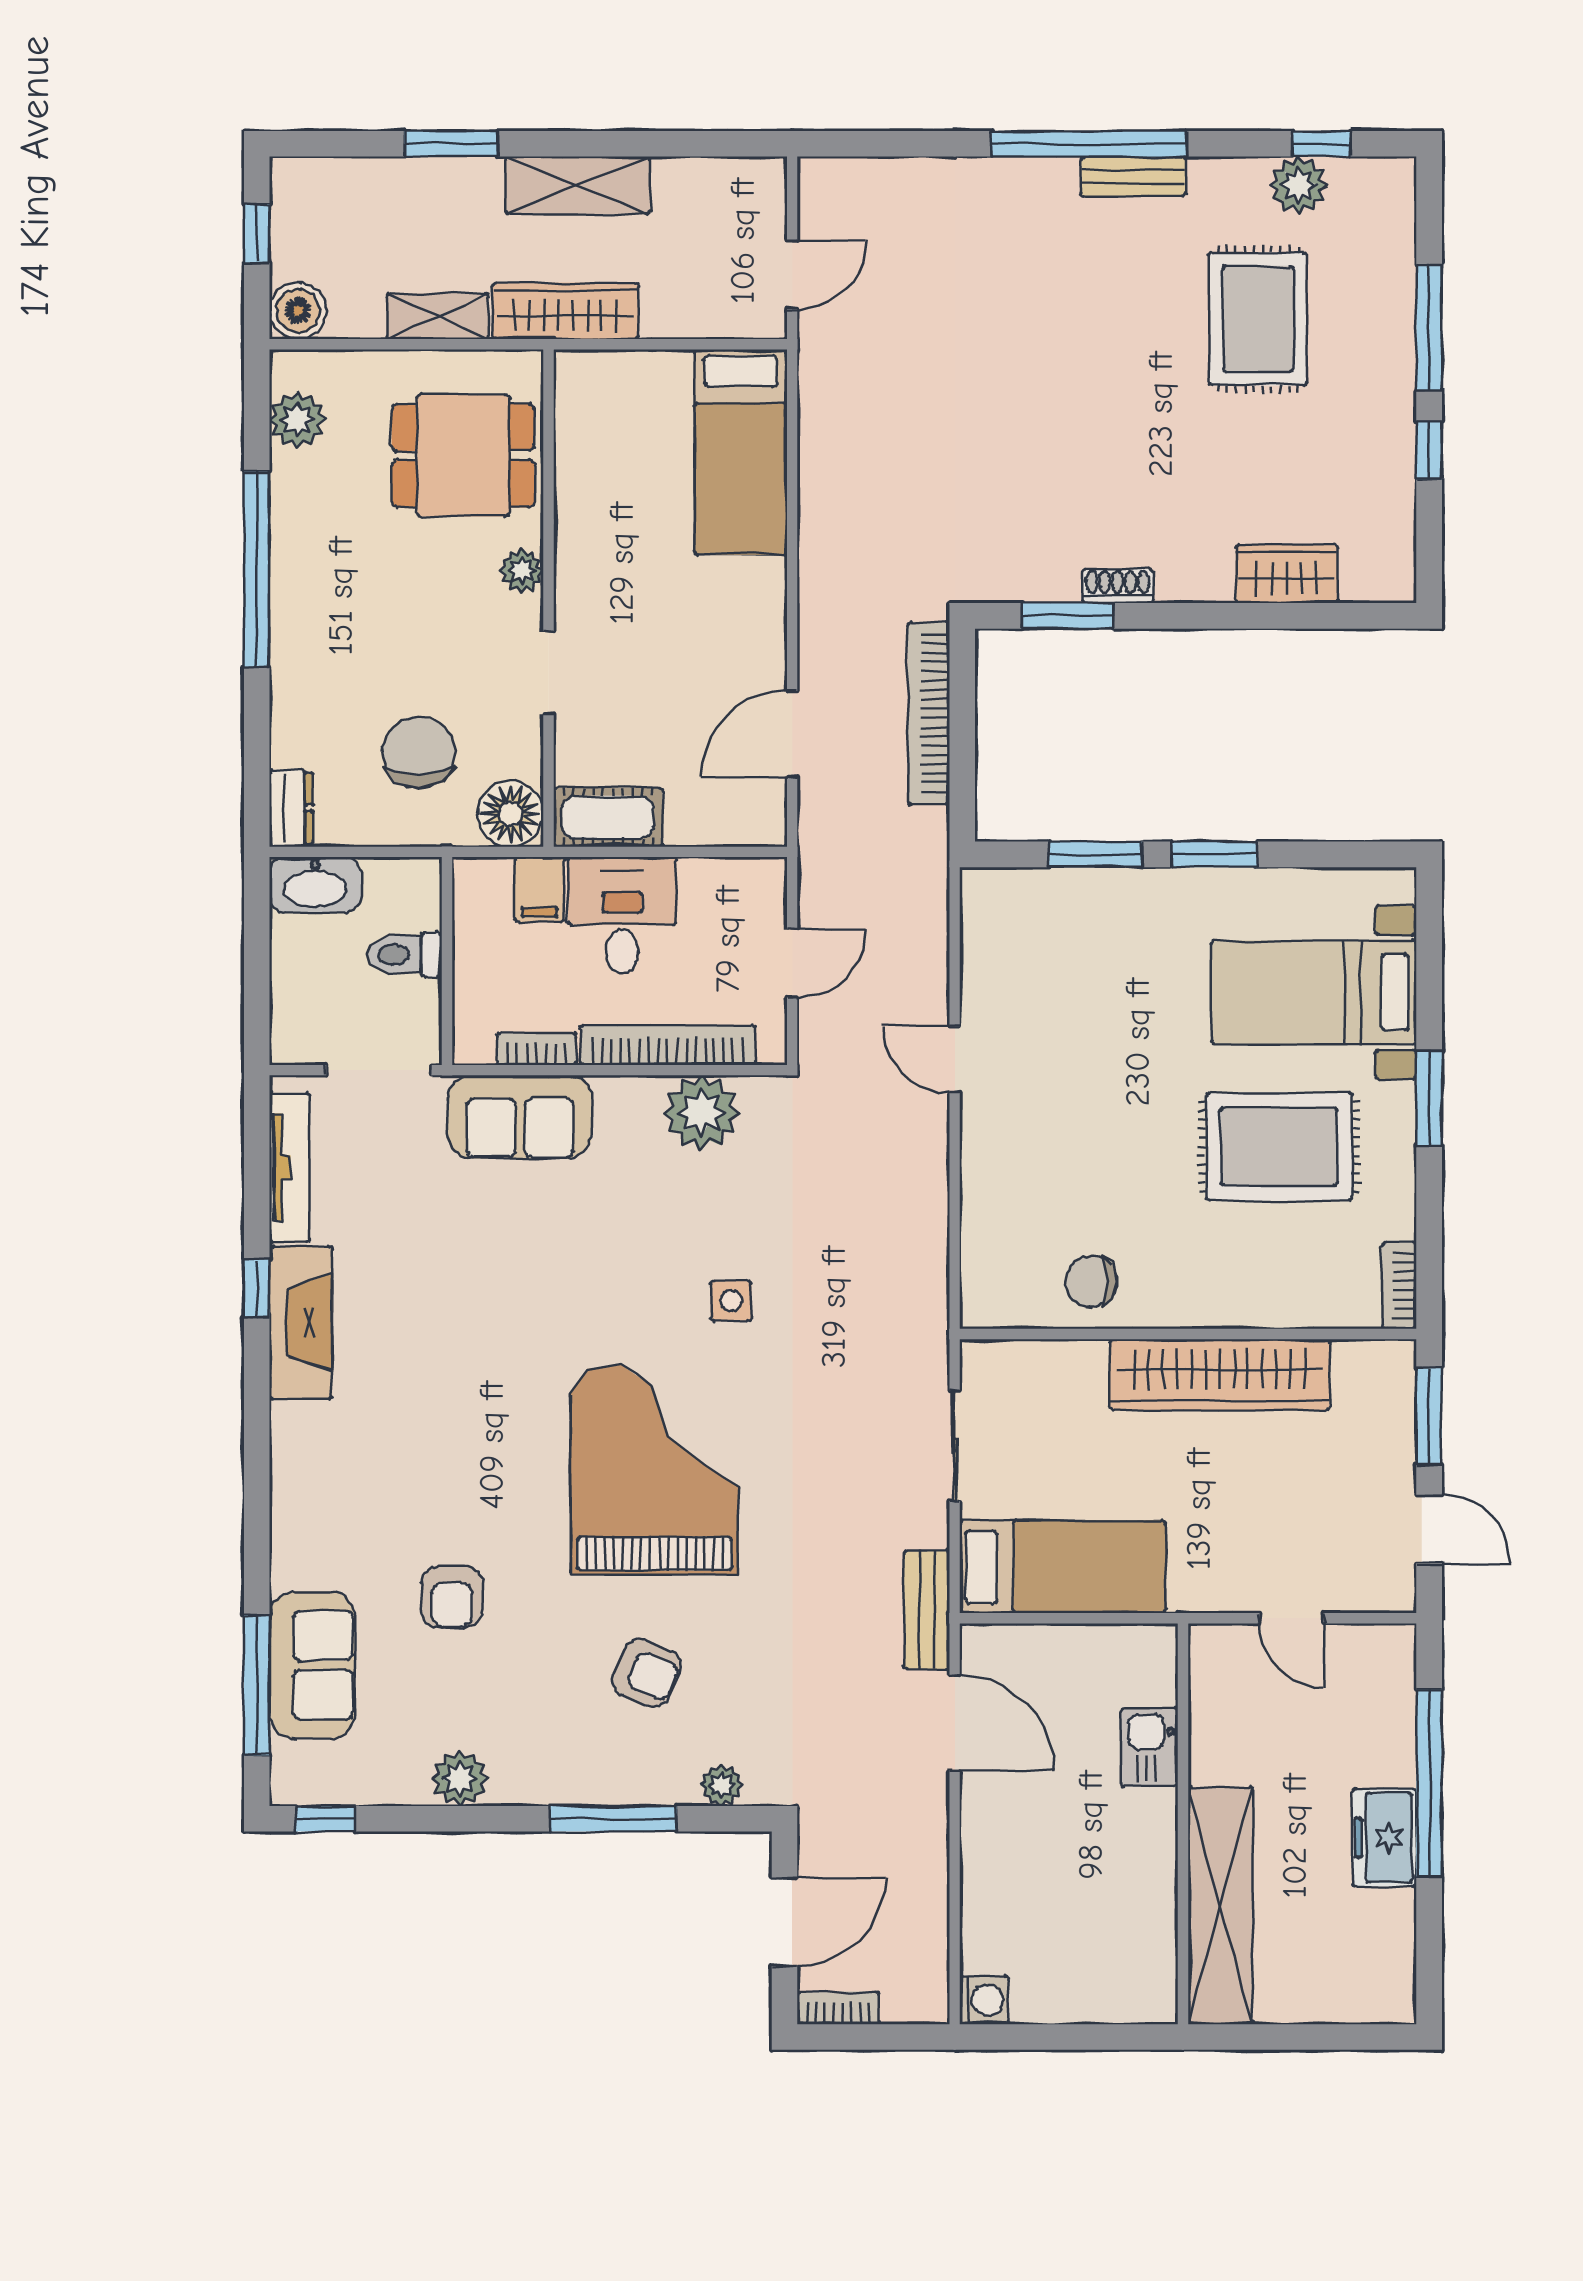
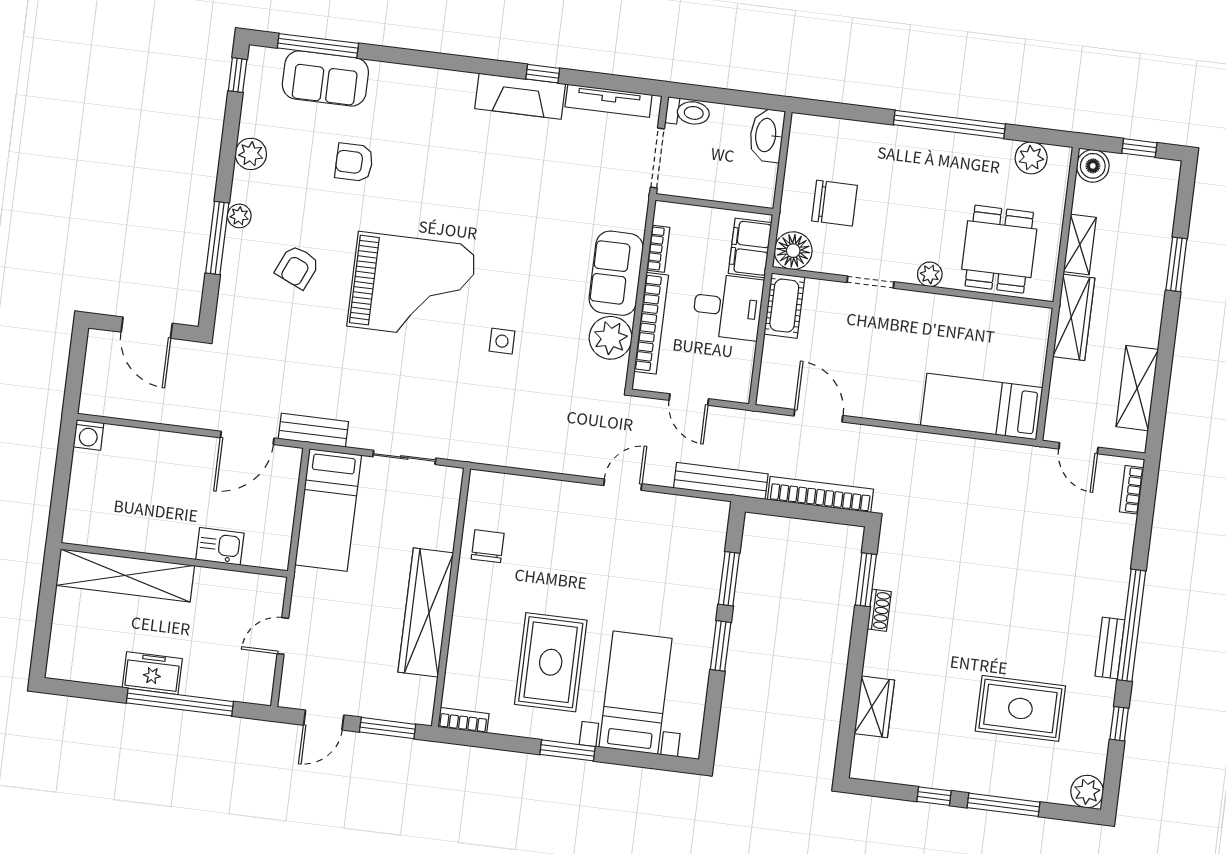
window: (1322, 144) -> (1119, 724), moved
shelving: (578, 185) -> (1137, 388), moved
plant: (1298, 185) -> (1087, 792), moved
dresser: (291, 808) -> (812, 127), removed
filing cabinet: (539, 889) -> (750, 248), width x2.00
bench: (927, 890) -> (721, 481), added
toilet: (404, 955) -> (688, 112), moved, turned 90
sofa: (520, 1117) -> (616, 273), moved
plant: (721, 1785) -> (239, 216), moved
bookcase: (838, 2008) -> (1132, 490), moved, turned 180

